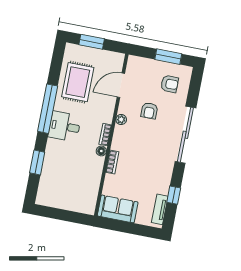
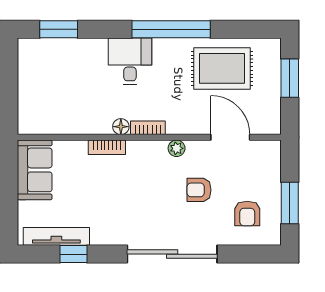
desk: (65, 126) -> (130, 61), moved
window: (37, 162) -> (59, 29), moved
tv unit: (160, 209) -> (56, 236), width x1.41

